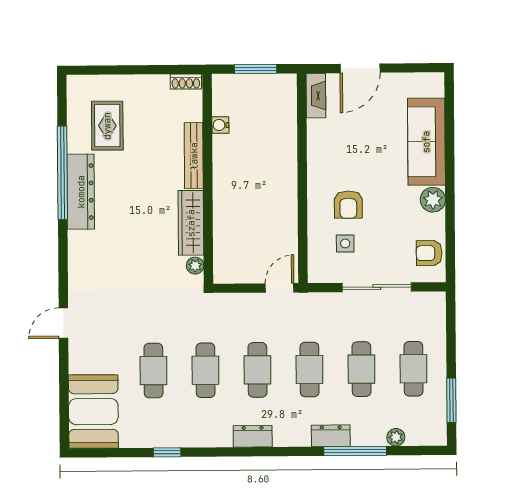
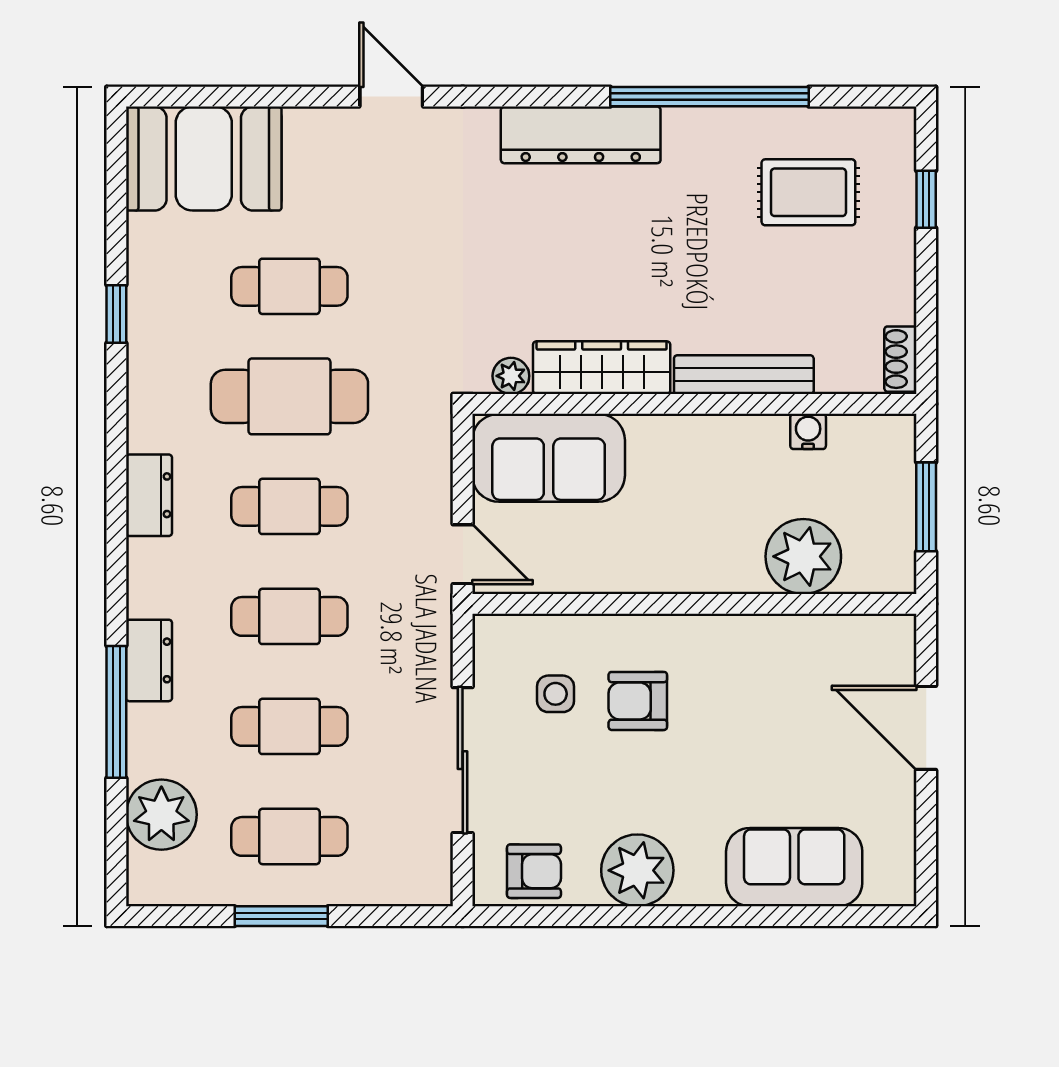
window: (110, 70) -> (926, 199), added
fireplace: (316, 96) -> (869, 634), removed
plant: (279, 127) -> (803, 556), added
sofa: (426, 142) -> (794, 867), width x0.73
dresser: (81, 192) -> (581, 135), moved
plant: (433, 200) -> (637, 870), width x1.36, depth x1.36
sofa: (234, 248) -> (549, 458), added
armchair: (429, 253) -> (534, 871), turned 90
cafe table: (205, 370) -> (289, 396), width x1.37, depth x1.35
window: (451, 400) -> (281, 916), moved
plant: (396, 437) -> (161, 815), width x1.87, depth x1.87

